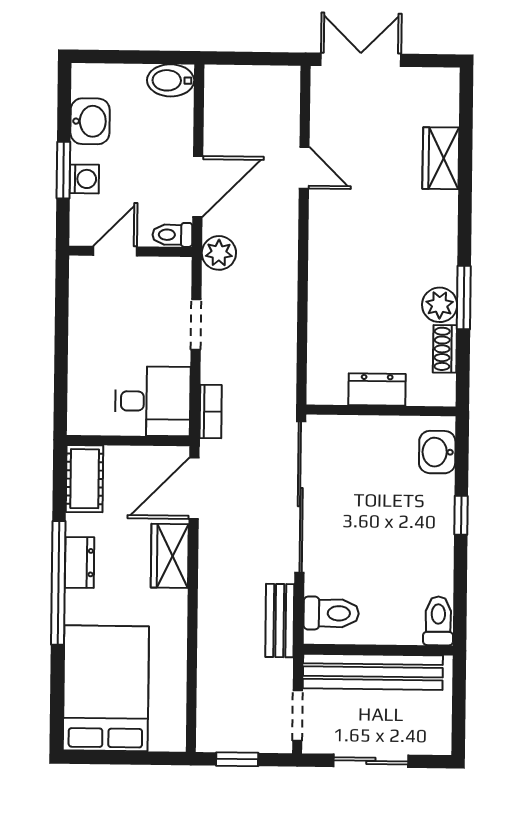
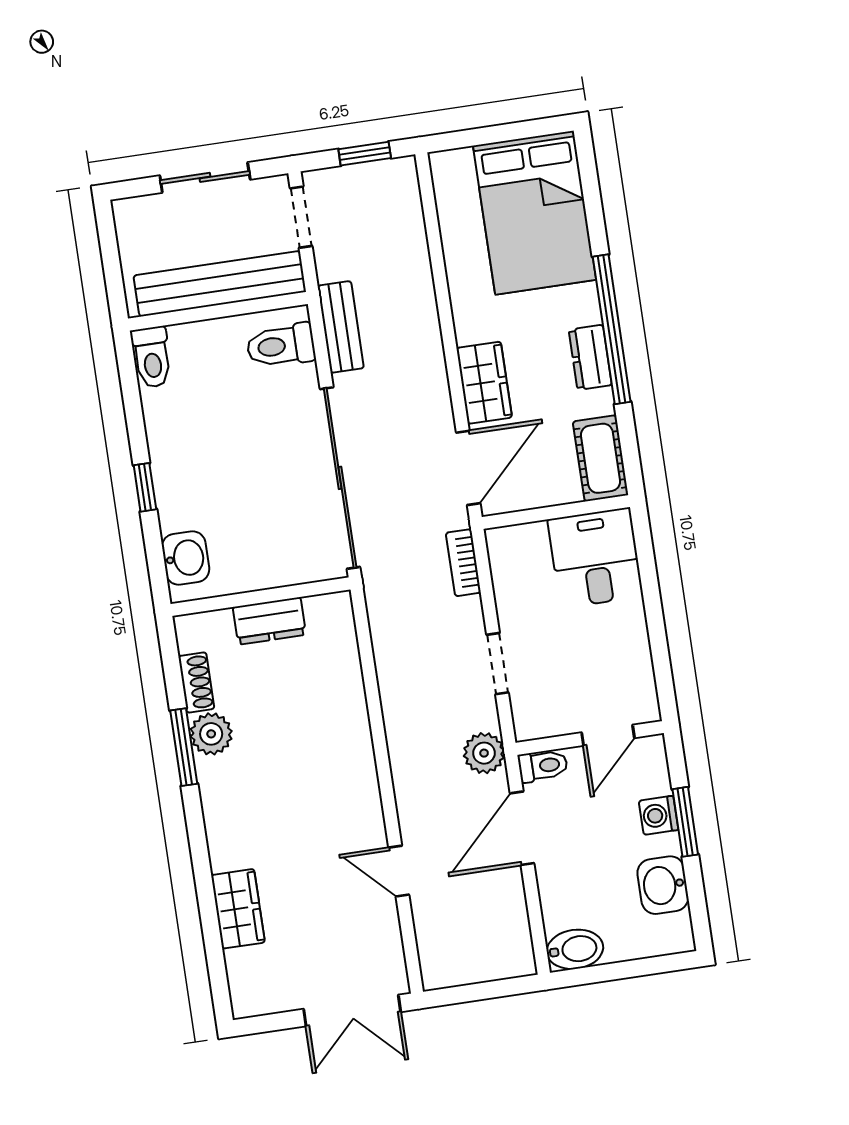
desk: (153, 401) -> (595, 558), moved, turned 90

